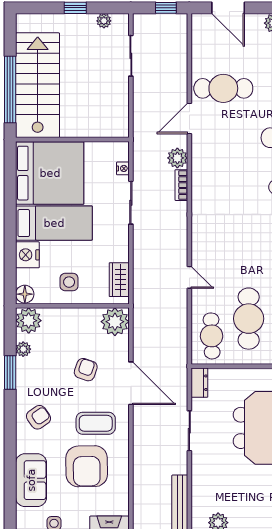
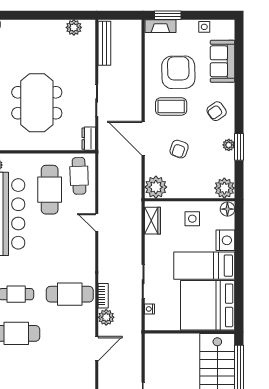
cafe table: (223, 88) -> (70, 294), moved
plant: (23, 349) -> (229, 145), moved

